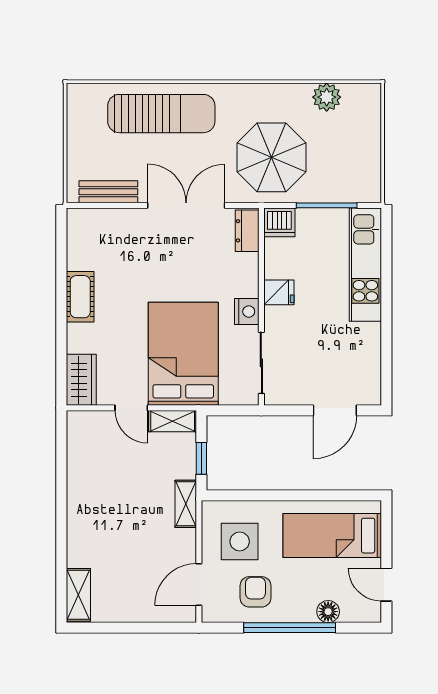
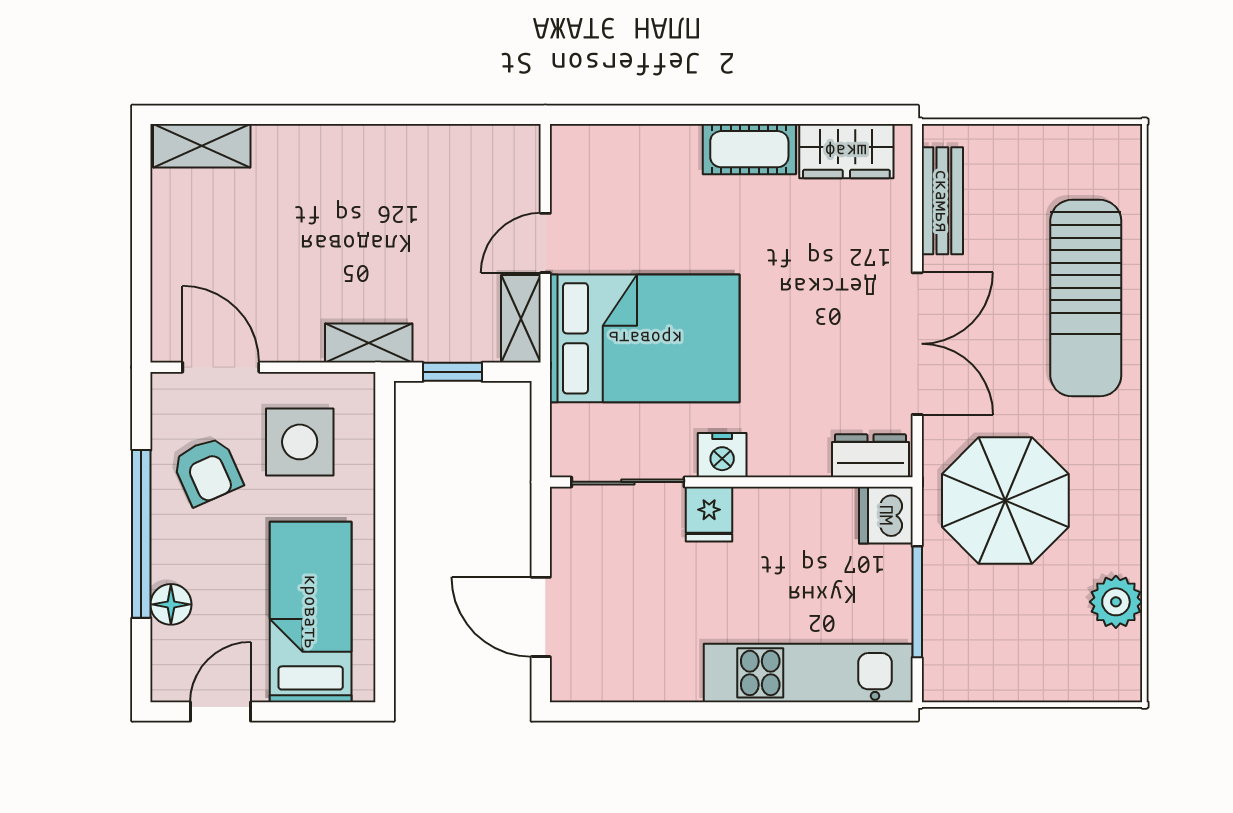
fridge: (279, 292) -> (709, 514), moved
wardrobe: (81, 380) -> (846, 151), moved
armchair: (255, 592) -> (207, 471), turned 66

